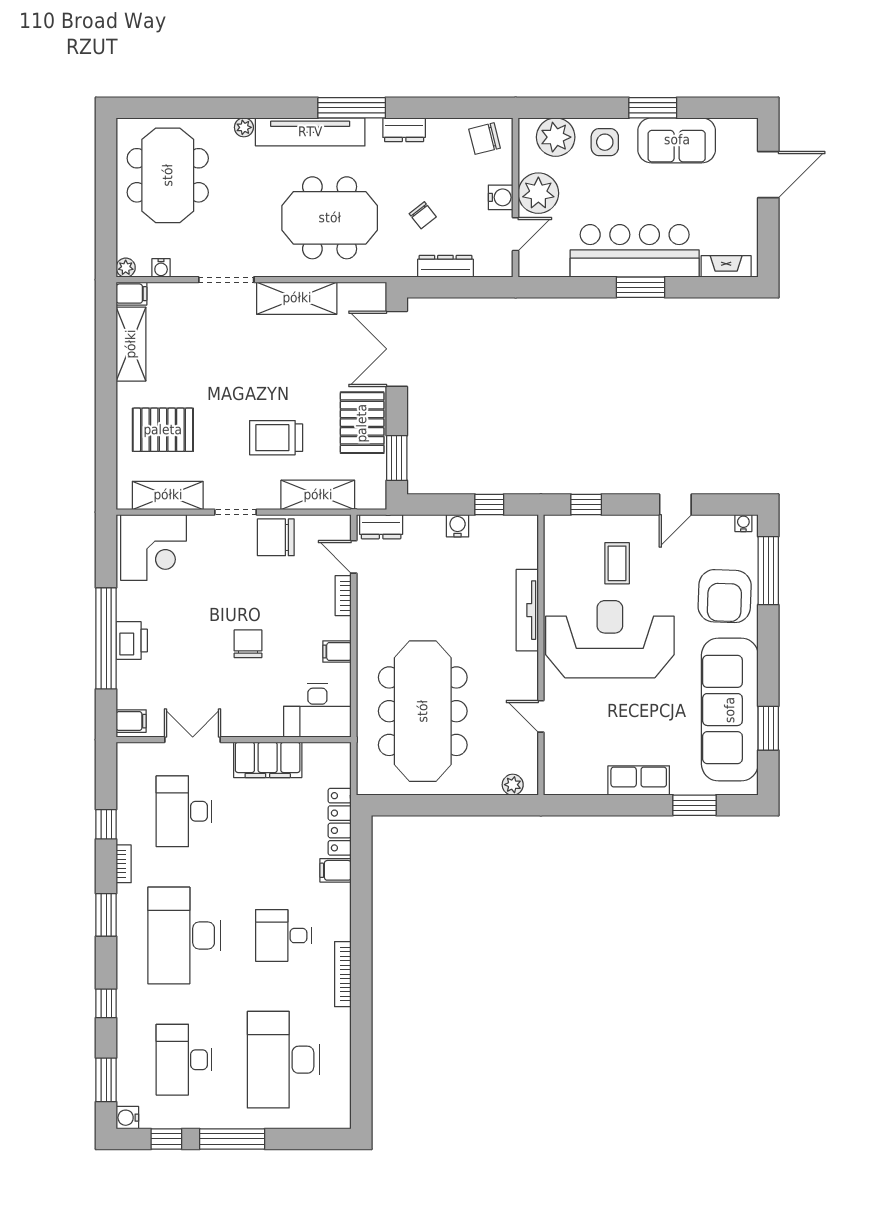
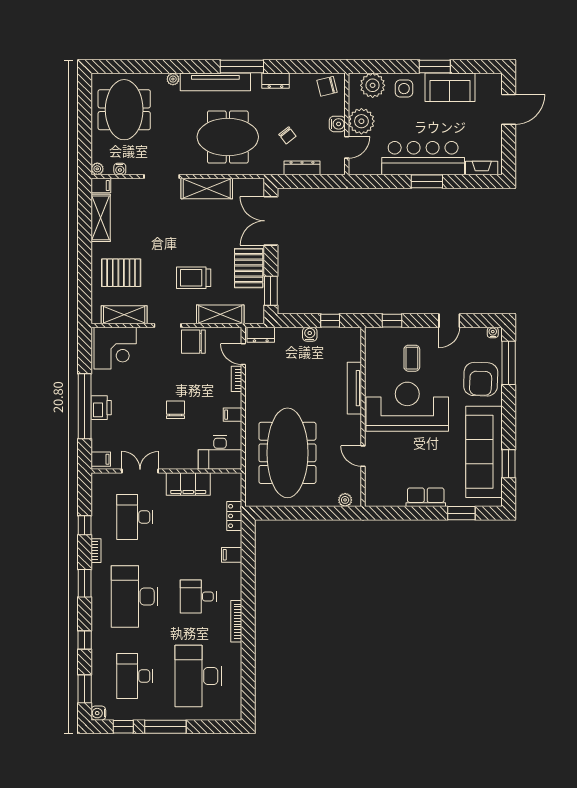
locker: (340, 822) -> (234, 516), width x0.66

